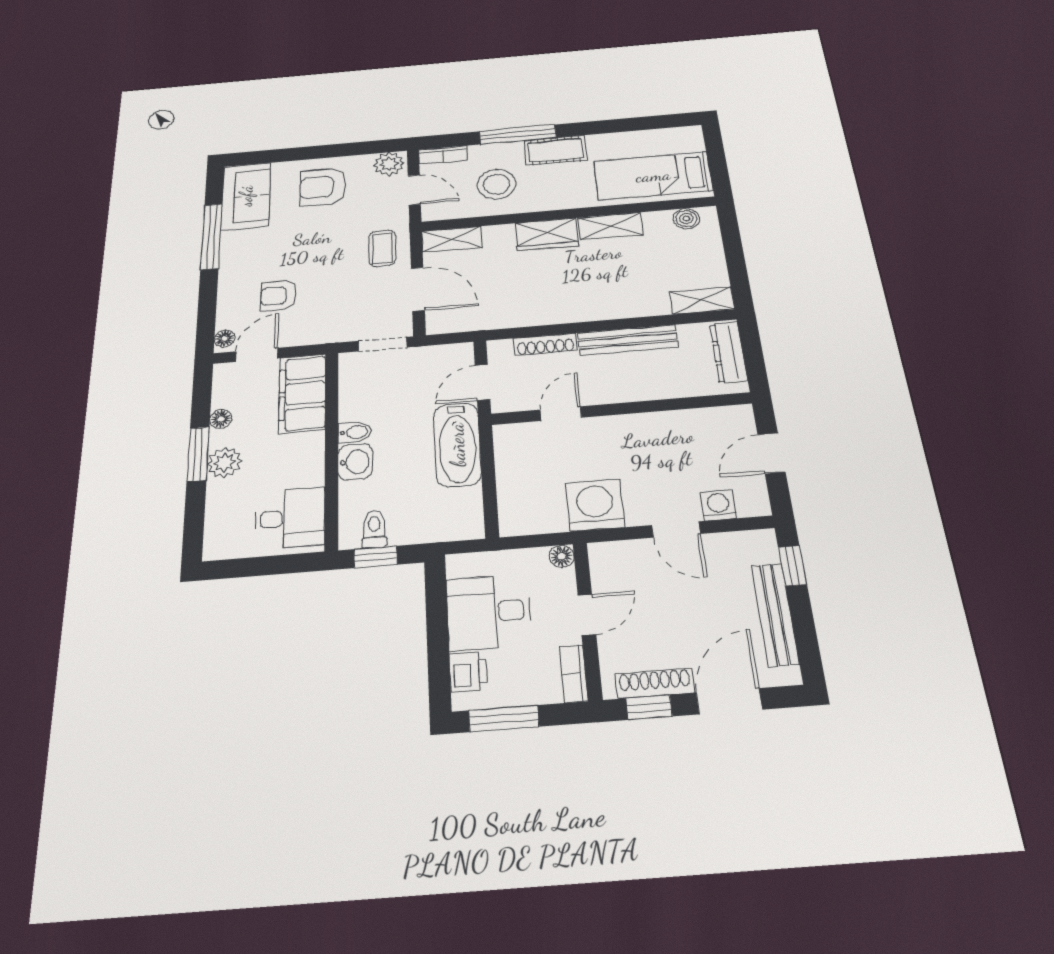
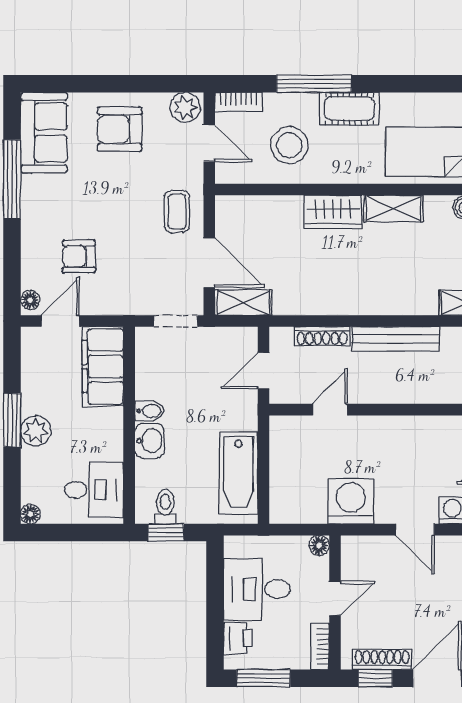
shelving: (452, 239) -> (243, 303), moved
floor lamp: (221, 419) -> (30, 514), moved
bathtub: (457, 445) -> (238, 473), moved

